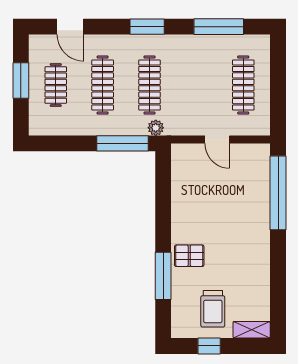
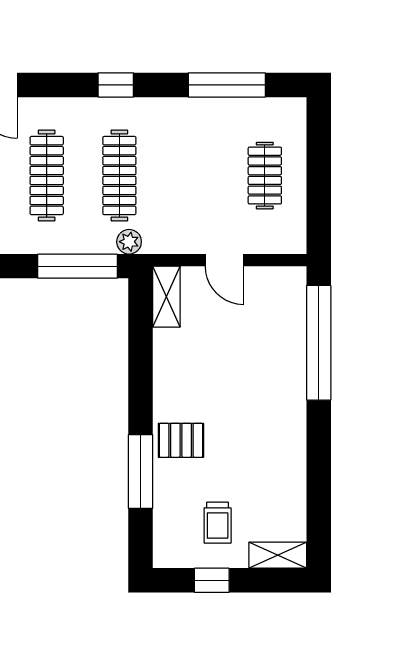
window: (147, 27) -> (116, 85), width x0.67
clothes rail: (243, 85) -> (265, 176), width x0.73
shelving: (180, 163) -> (166, 297), added
trolley: (213, 309) -> (218, 523), width x0.73, depth x0.72

